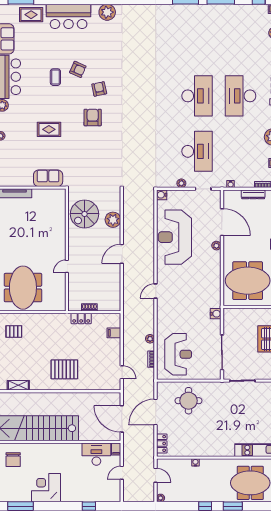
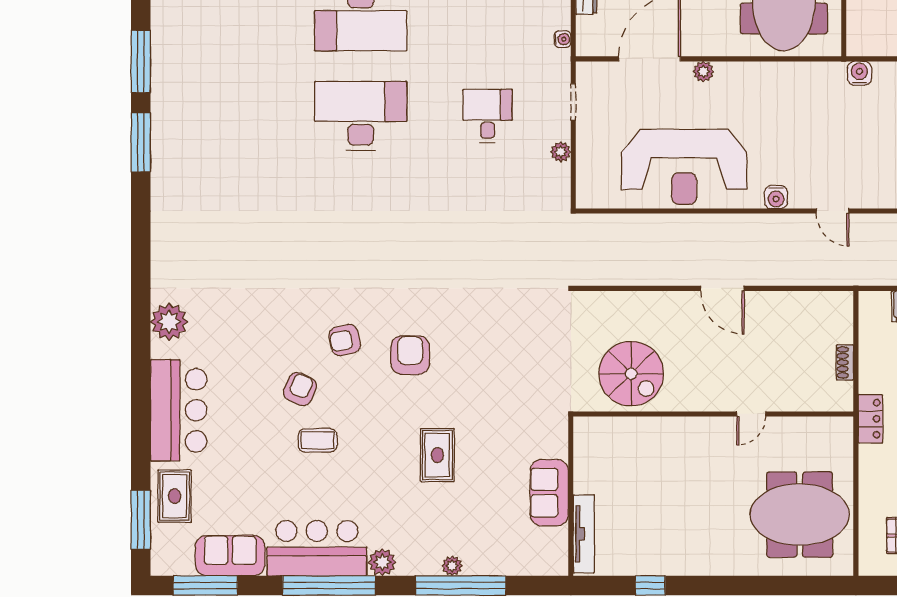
armchair: (93, 118) -> (410, 355), turned 90
desk: (197, 151) -> (488, 116), width x0.53, depth x0.77
sofa: (48, 178) -> (549, 493), moved
water cooler: (162, 195) -> (776, 197), moved
plant: (113, 220) -> (644, 309), removed
door: (67, 266) -> (751, 414), hinge flipped
door: (156, 291) -> (833, 211), moved
locker: (81, 318) -> (870, 419), moved

